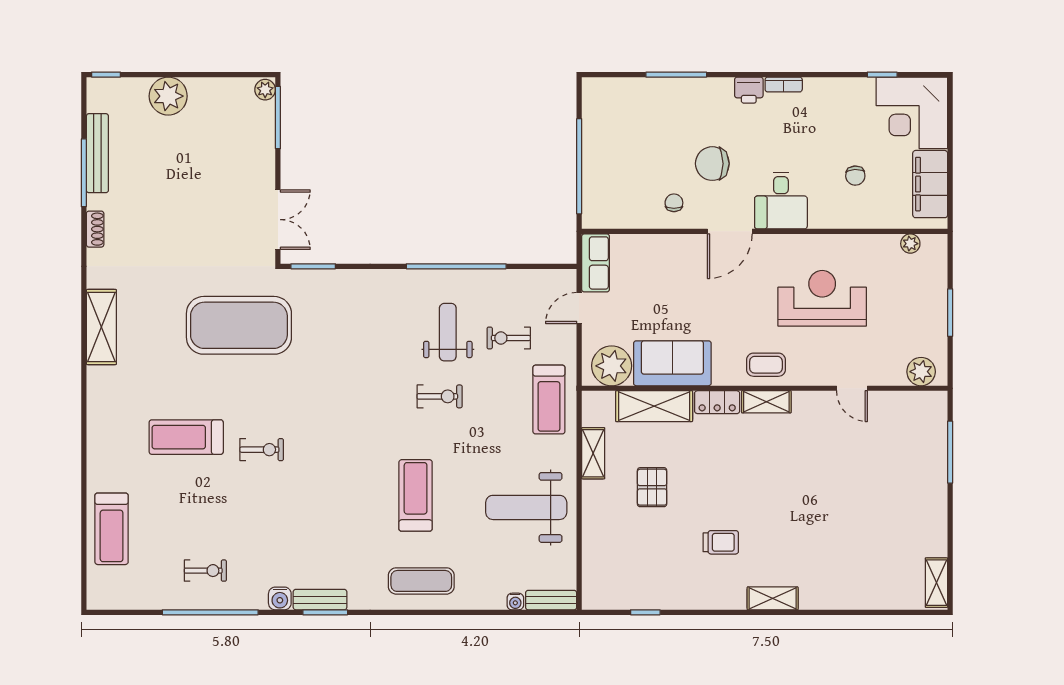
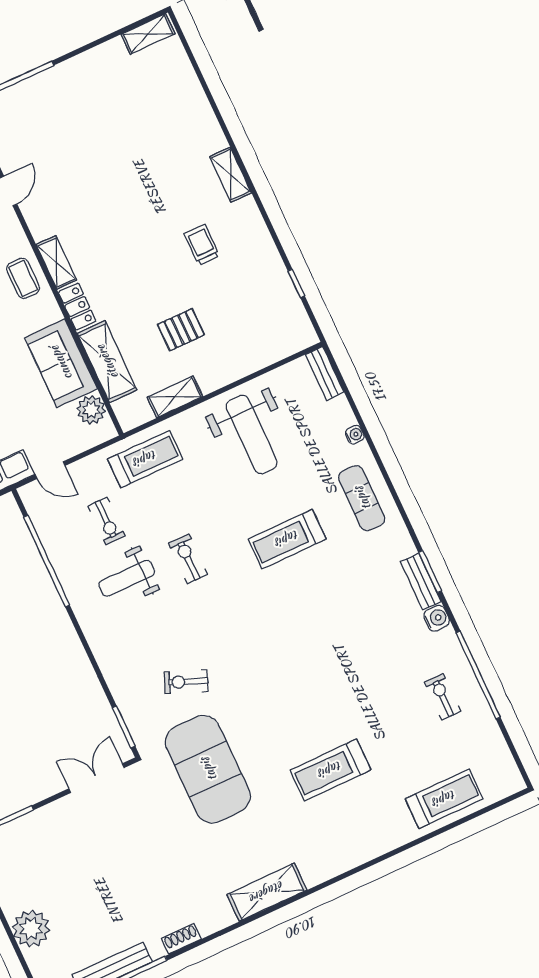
window: (456, 266) -> (47, 561), moved
plant: (612, 366) -> (91, 410), width x0.73, depth x0.73
treadmill: (186, 437) -> (330, 770), turned 90
exercise bike: (262, 450) -> (186, 682), moved, turned -68
water cooler: (515, 602) -> (355, 435), moved

